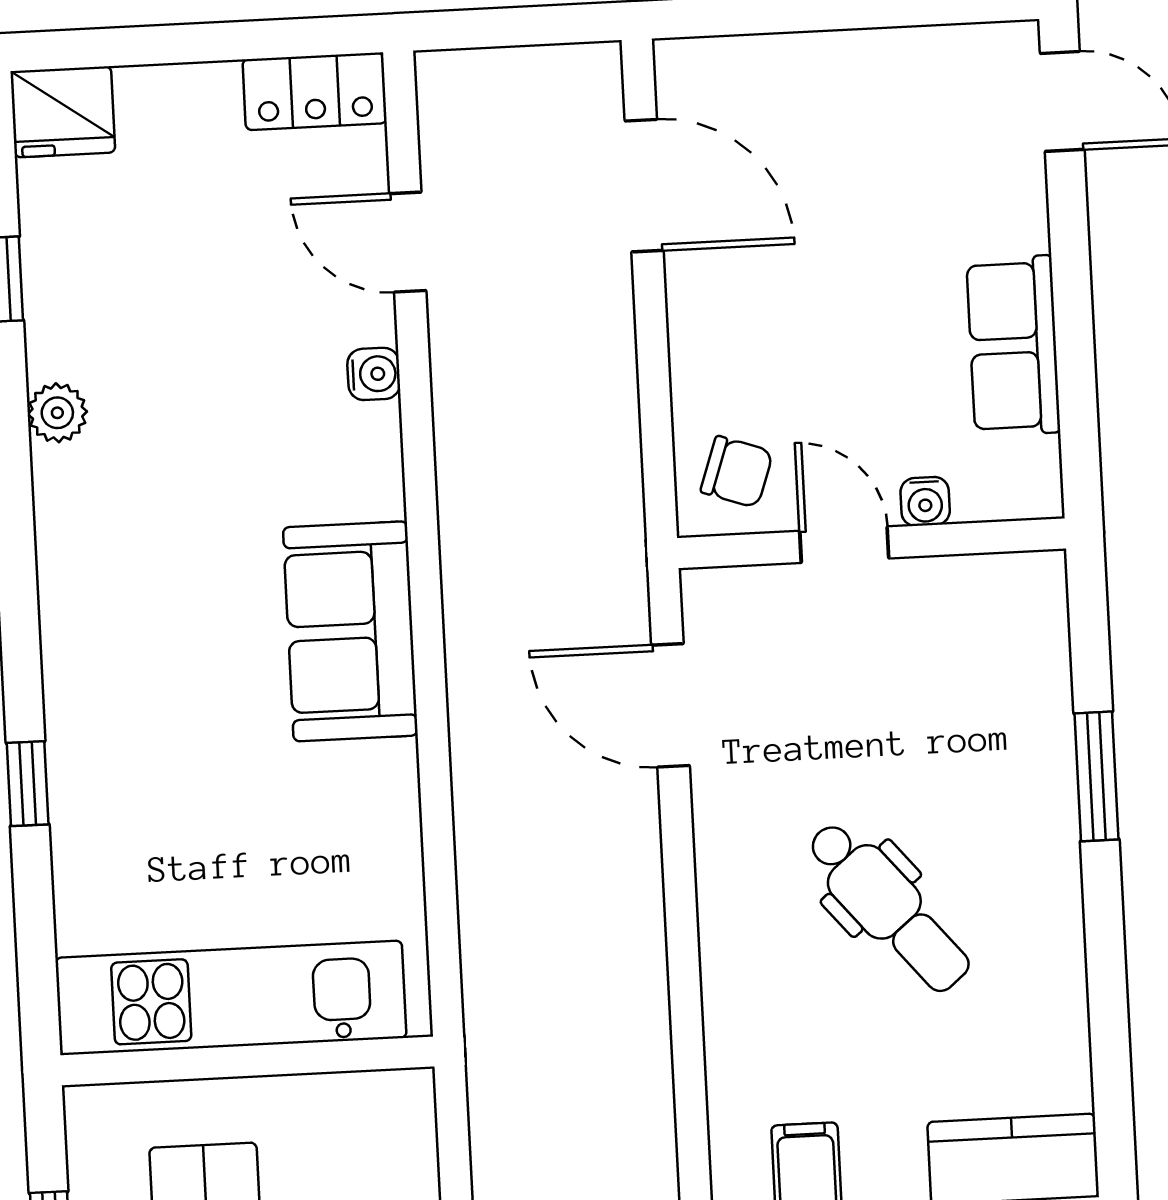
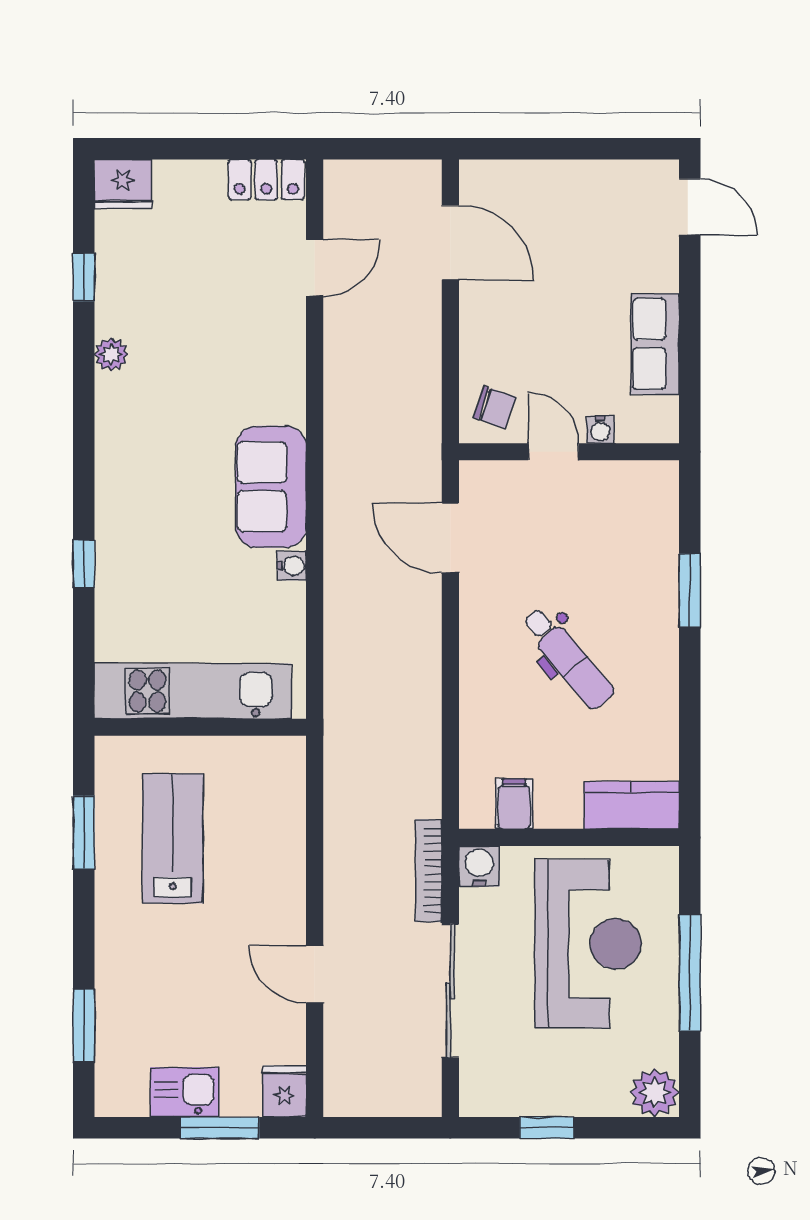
door: (408, 242) -> (315, 268), swing flipped
water cooler: (374, 374) -> (292, 566), moved

